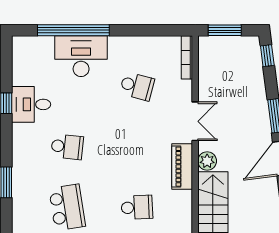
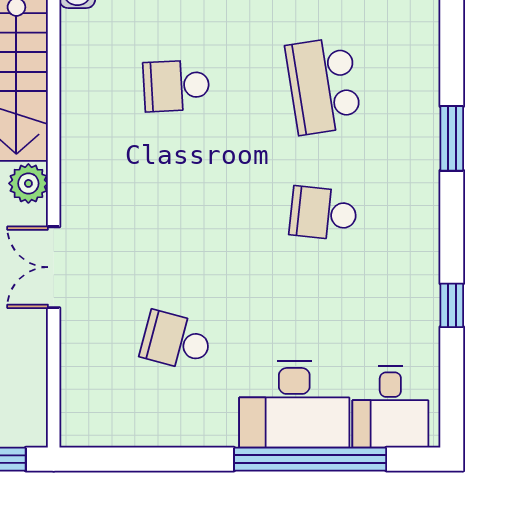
bookcase: (187, 57) -> (71, 402), removed
desk: (31, 104) -> (390, 407), moved, turned 90
piano: (182, 167) -> (81, 172), removed

